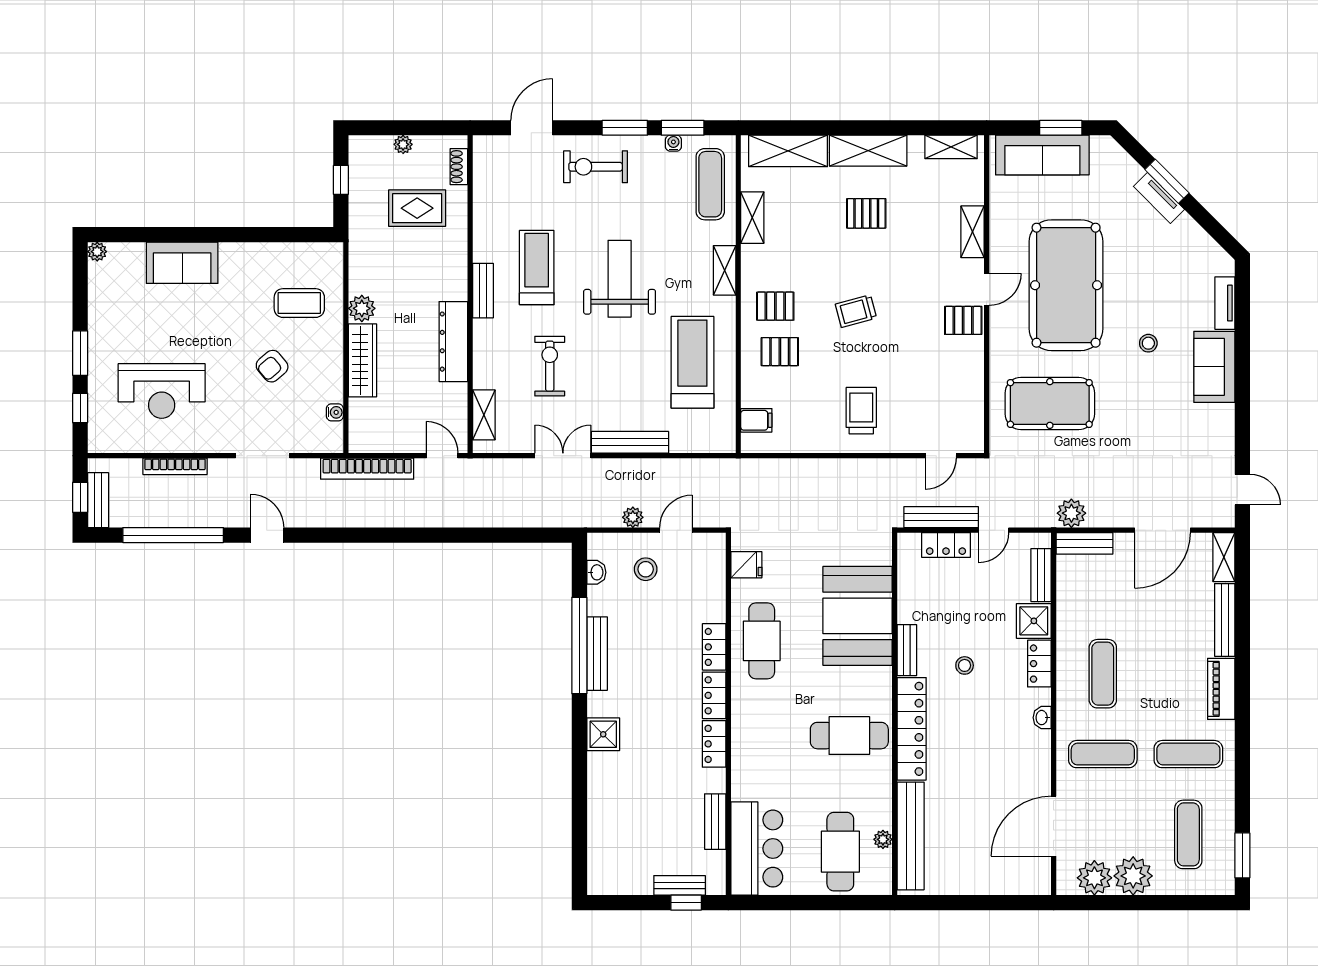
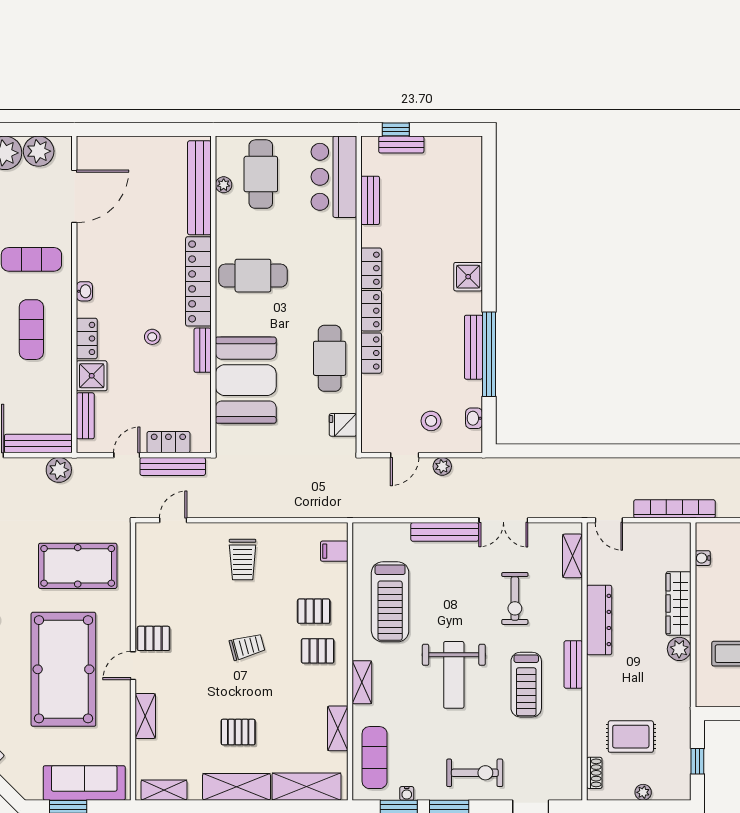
bench: (1085, 543) -> (38, 444), width x1.36

